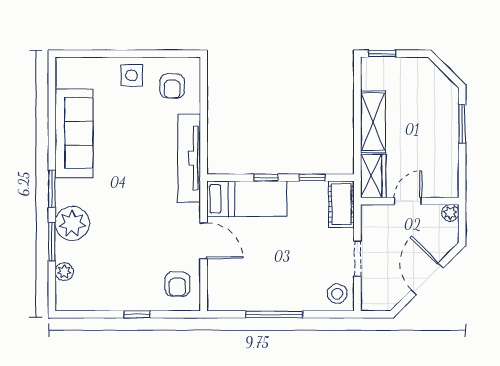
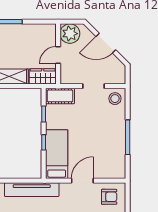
door: (408, 201) -> (58, 55), hinge flipped
plant: (450, 213) -> (70, 34), width x1.88, depth x1.88

